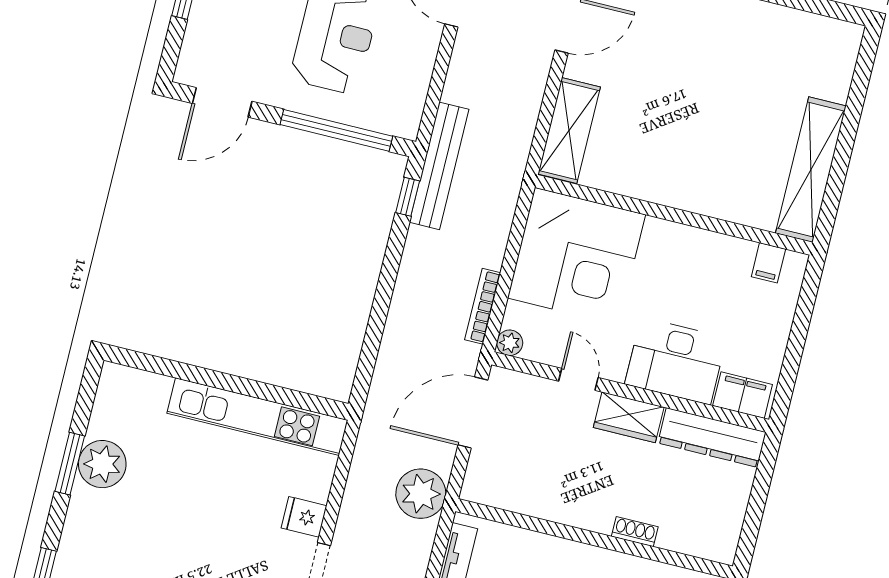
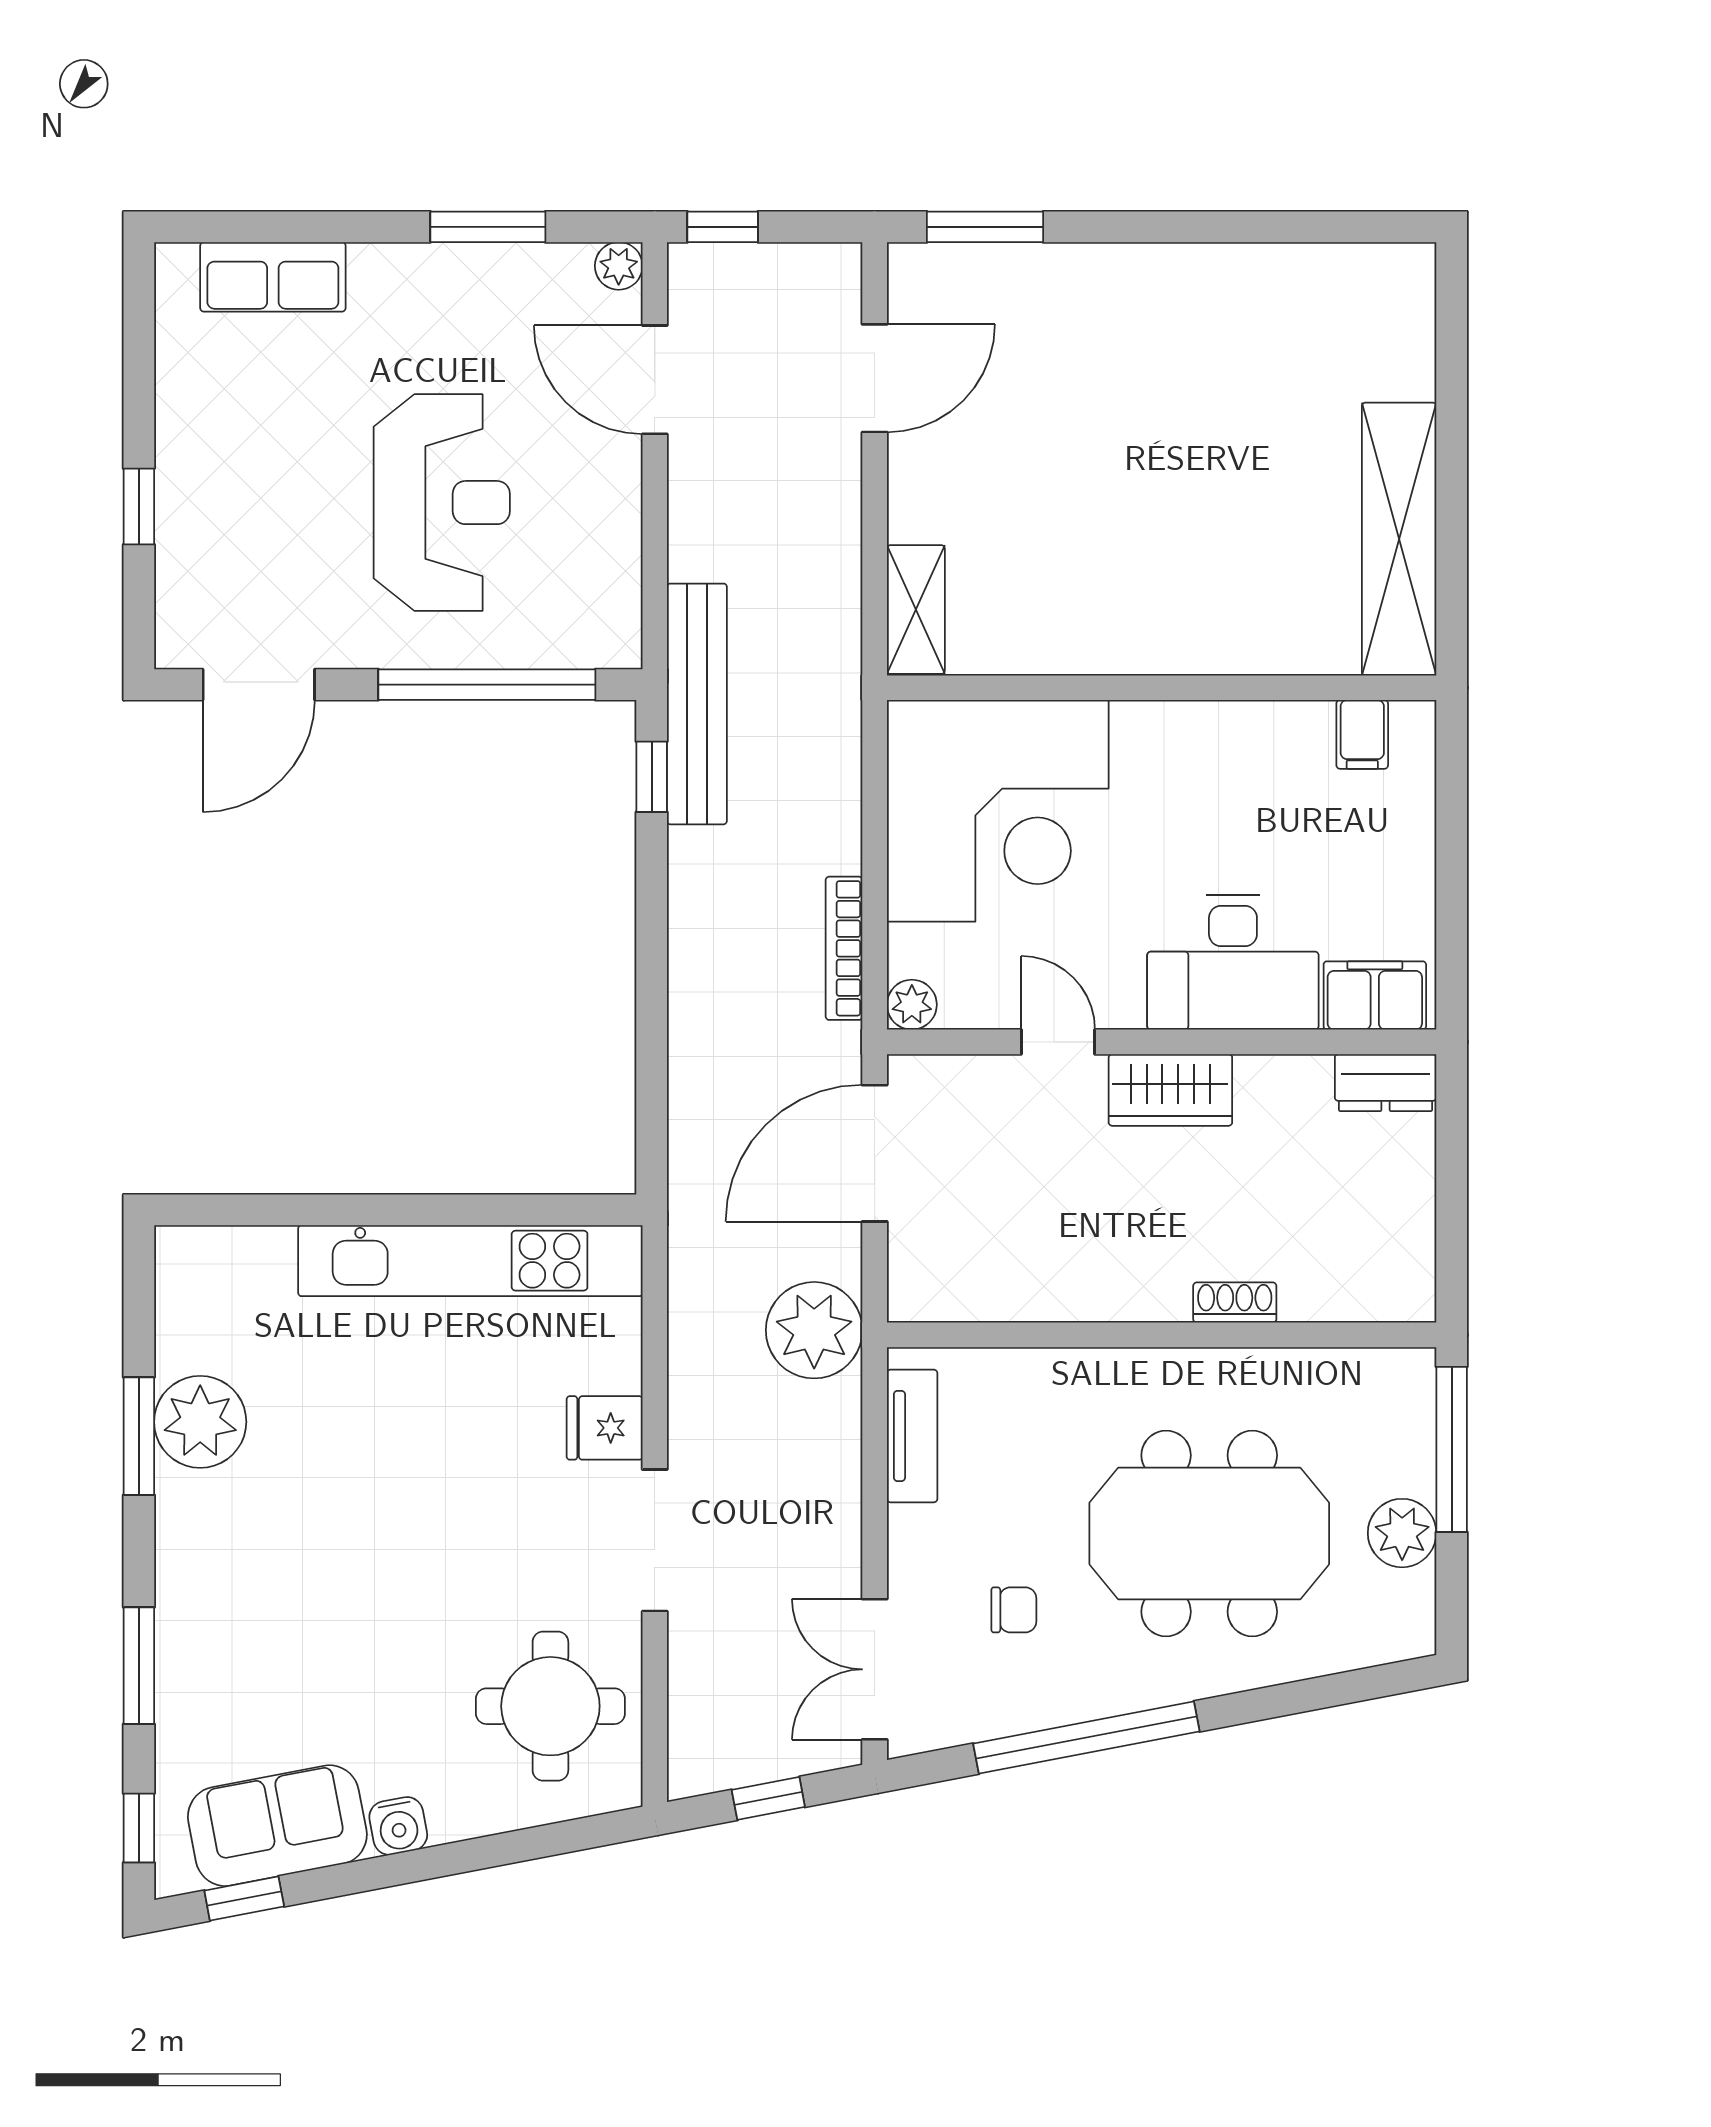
shelving: (569, 131) -> (916, 610), width x0.67, depth x0.75
dresser: (712, 438) -> (1386, 1083), width x0.51, depth x0.80

